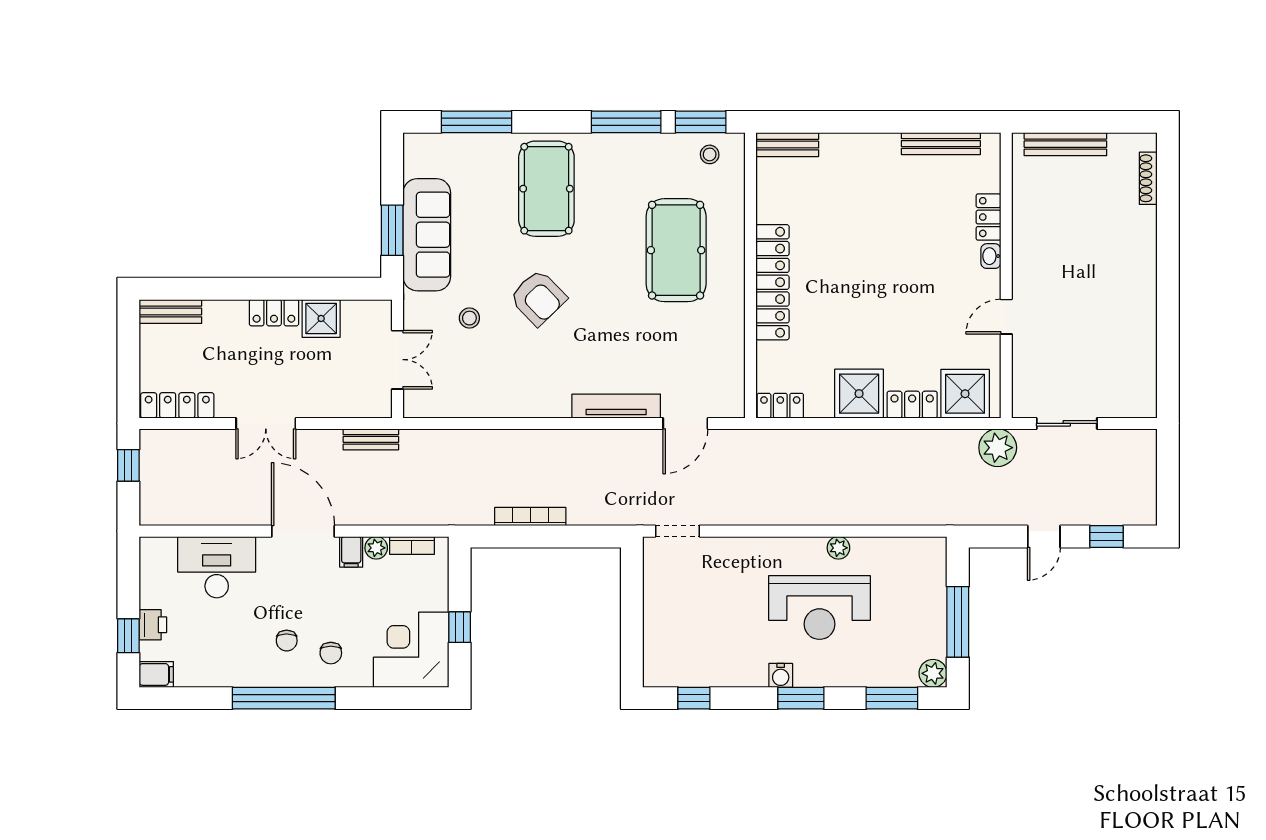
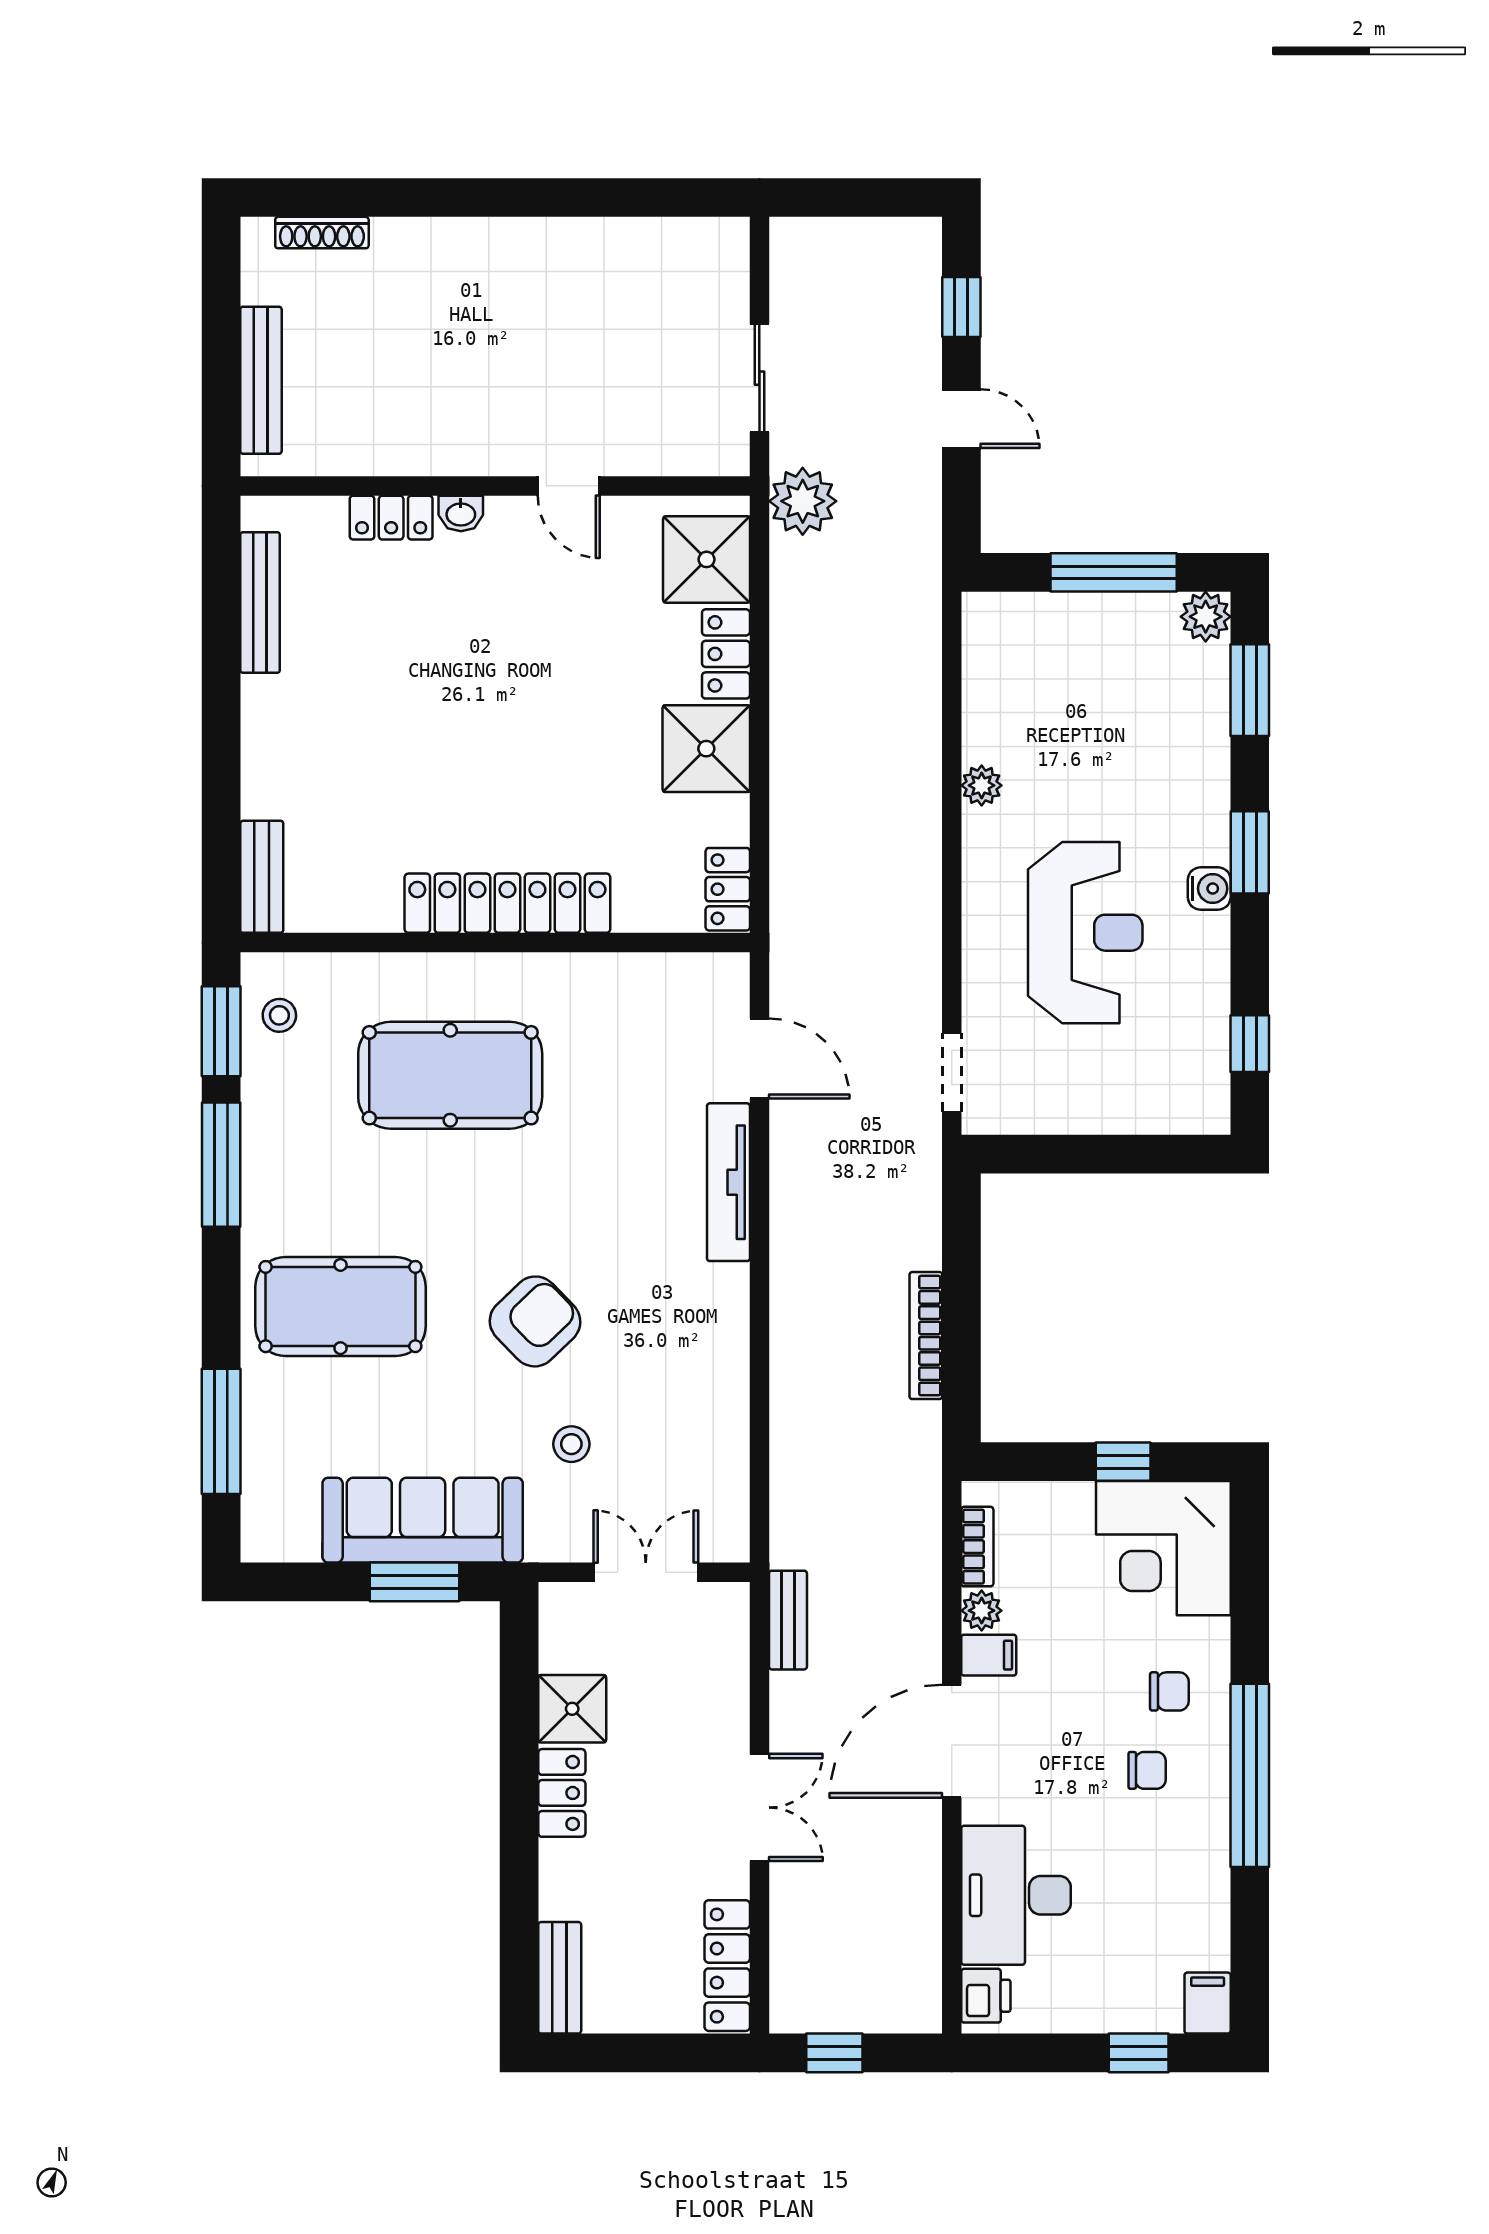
reception desk: (819, 607) -> (1085, 933), moved
printer: (153, 625) -> (986, 1996), moved, turned 90

